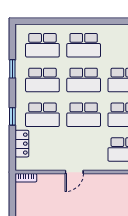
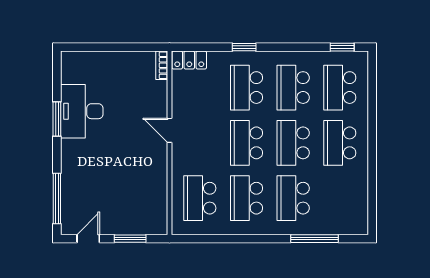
window: (12, 69) -> (342, 47), moved
locker: (22, 144) -> (189, 60), moved

